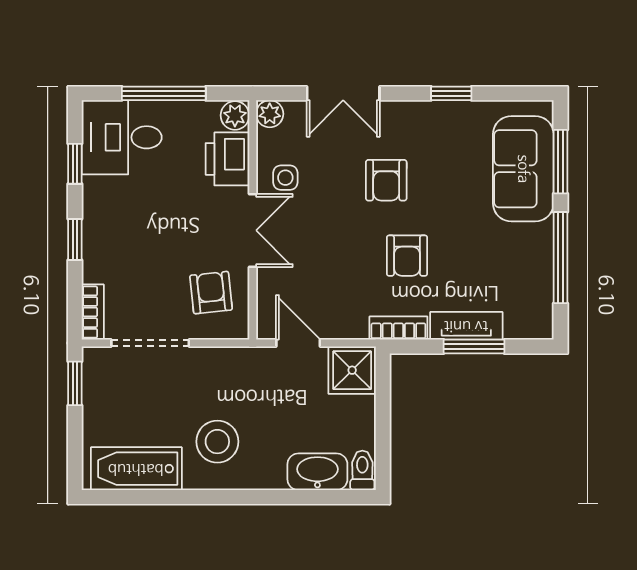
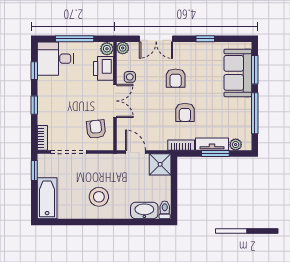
plant: (518, 326) -> (236, 145), added
bathtub: (136, 469) -> (47, 198), moved, turned 90

